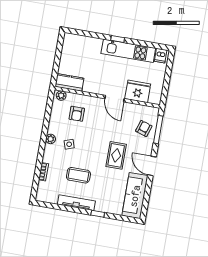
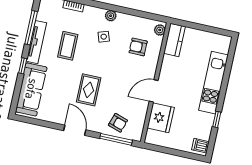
window: (118, 39) -> (217, 119), moved
kitchen unit: (128, 51) -> (213, 83), moved
rug: (116, 155) -> (89, 90), turned 90
door: (152, 166) -> (75, 130), hinge flipped
sofa: (135, 196) -> (31, 89), moved, turned 90
window: (64, 208) -> (31, 28), added

